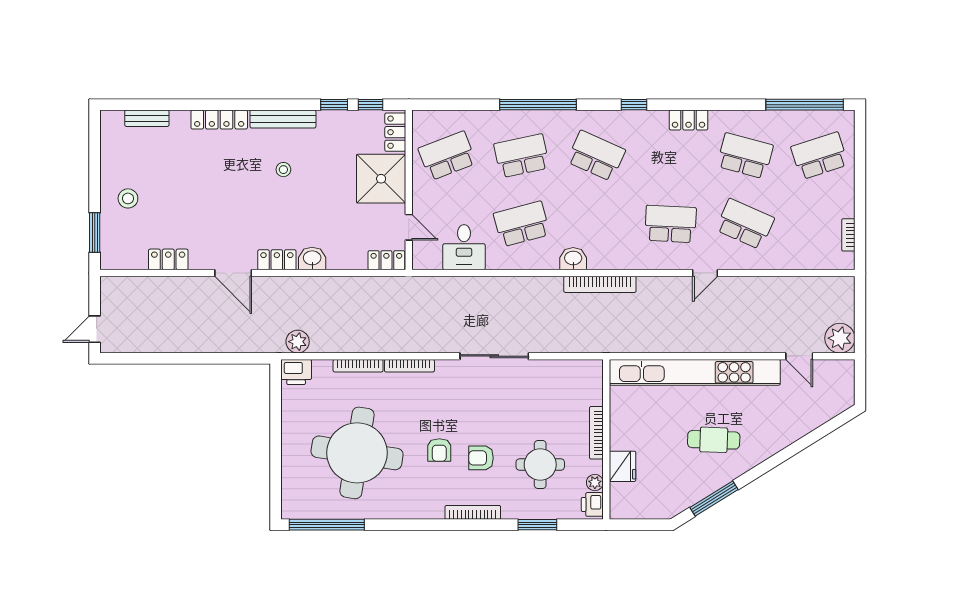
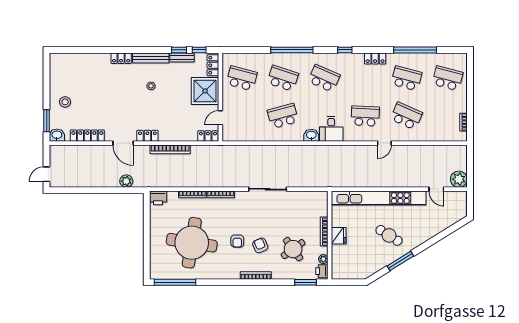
window: (805, 105) -> (415, 50), moved
bench: (147, 118) -> (182, 58), moved
locker: (219, 119) -> (121, 58), width x0.66
school desk: (447, 156) -> (242, 78), turned 36
school desk: (522, 156) -> (283, 78), turned 30
school desk: (819, 156) -> (448, 78), turned 33
door: (409, 227) -> (220, 118), swing flipped
desk: (464, 247) -> (331, 129), moved
washbasin: (312, 258) -> (57, 135), moved
locker: (168, 259) -> (87, 136), width x1.53
bookcase: (600, 284) -> (170, 149), moved
plant: (298, 342) -> (126, 181), moved
cafe table: (714, 440) -> (389, 235), turned 30
armchair: (481, 458) -> (260, 245), turned 67
round table: (540, 465) -> (293, 249), turned -36
fridge: (623, 466) -> (339, 236), moved
window: (714, 498) -> (400, 261), moved
window: (537, 525) -> (305, 282), moved

